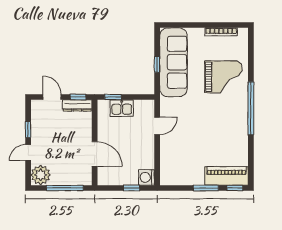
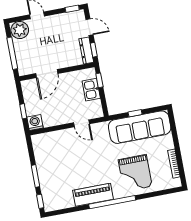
door: (52, 97) -> (89, 27), hinge flipped
window: (28, 129) -> (72, 9), moved
piano: (226, 176) -> (93, 195), moved, turned -90

